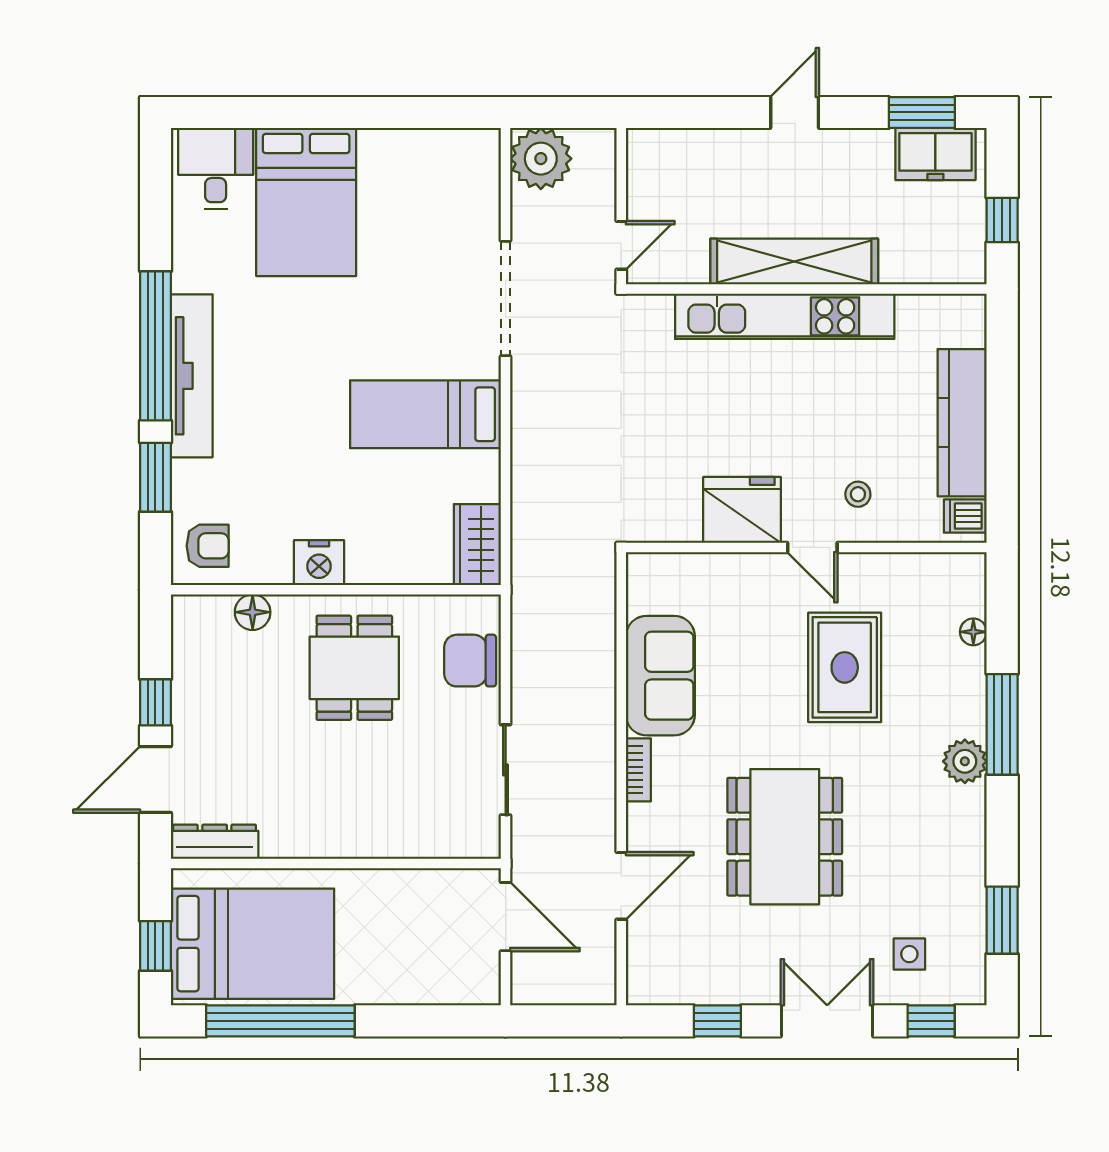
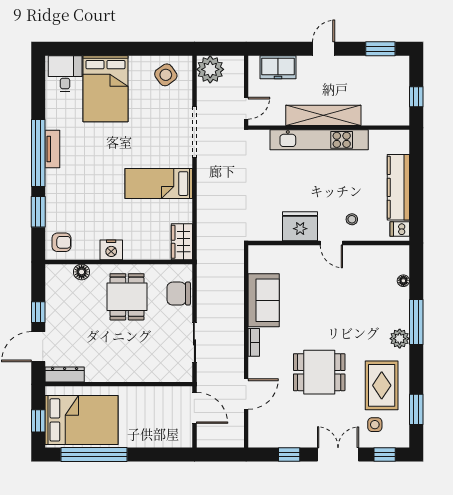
freezer: (935, 154) -> (278, 67), moved
side table: (441, 171) -> (166, 75), added
tv unit: (192, 376) -> (52, 149), width x0.52, depth x0.78
rug: (845, 667) -> (382, 385), moved
dining table: (785, 837) -> (319, 372), width x0.73

